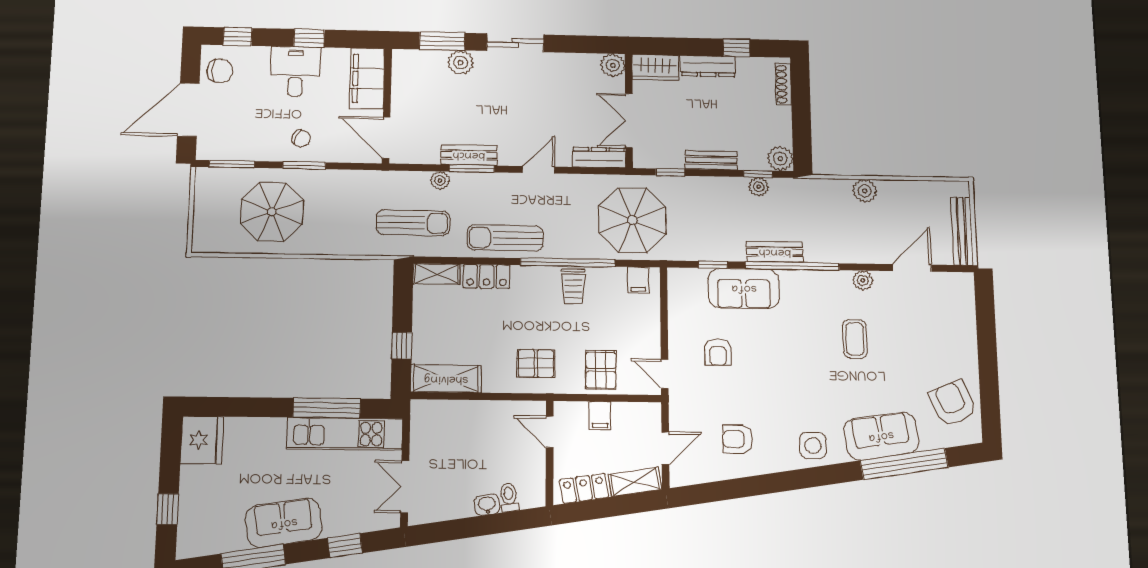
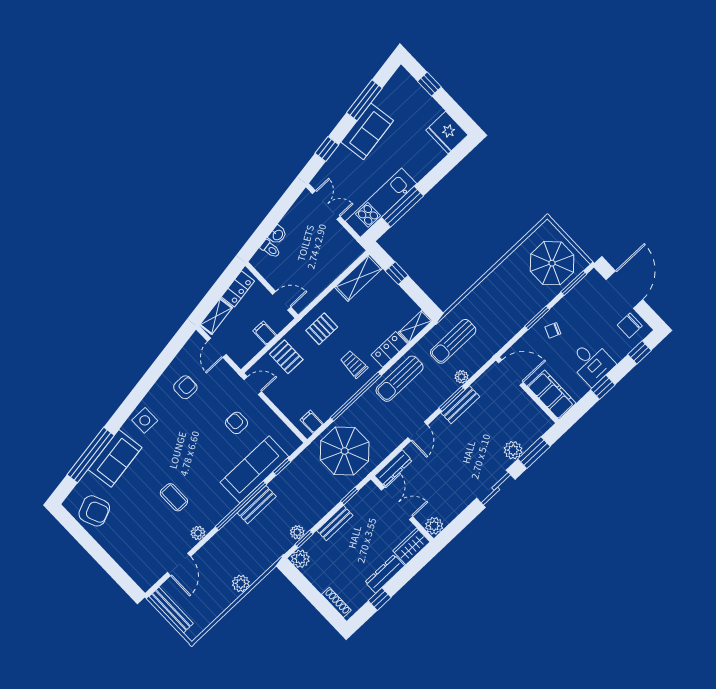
parasol: (272, 212) -> (552, 263), moved
sun lounger: (505, 238) -> (400, 379), turned 180
trolley: (573, 286) -> (354, 364), moved
sofa: (744, 288) -> (254, 469), width x1.36

